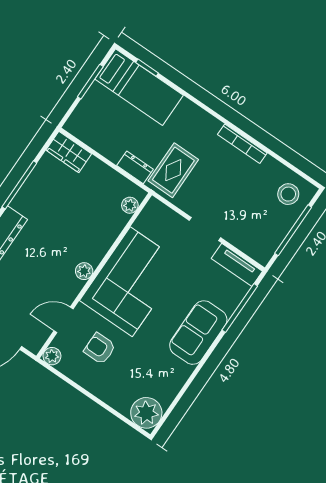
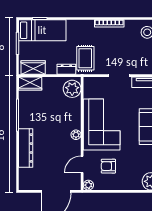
wardrobe: (89, 132) -> (33, 68), added
plant: (130, 205) -> (72, 89), width x1.87, depth x1.87

